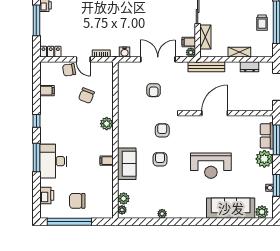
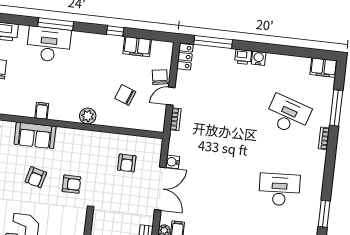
window: (36, 20) -> (213, 42), moved
water cooler: (125, 52) -> (173, 162), moved
armchair: (154, 90) -> (127, 163), moved, turned -90
filing cabinet: (47, 91) -> (137, 47), width x2.00
window: (36, 121) -> (115, 31), moved
armchair: (160, 159) -> (36, 177), turned 105

